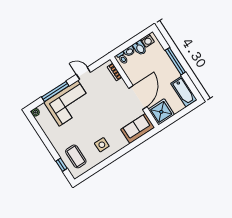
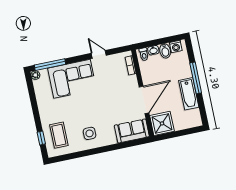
window: (55, 91) -> (50, 65), moved
bathtub: (184, 92) -> (189, 94), moved

